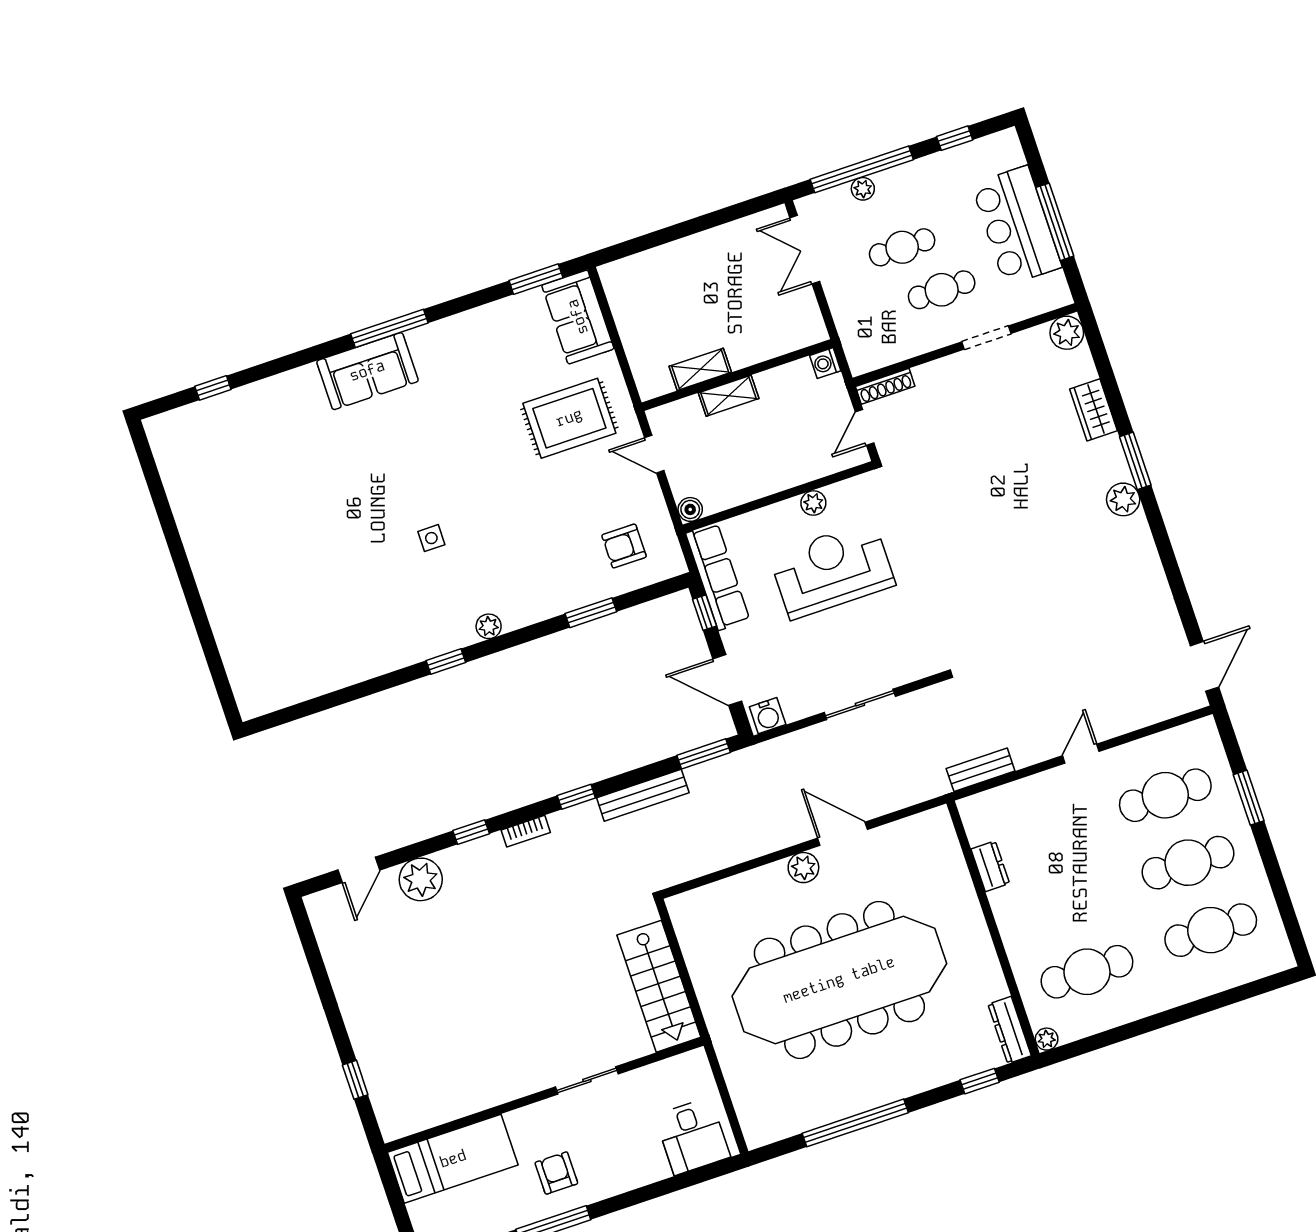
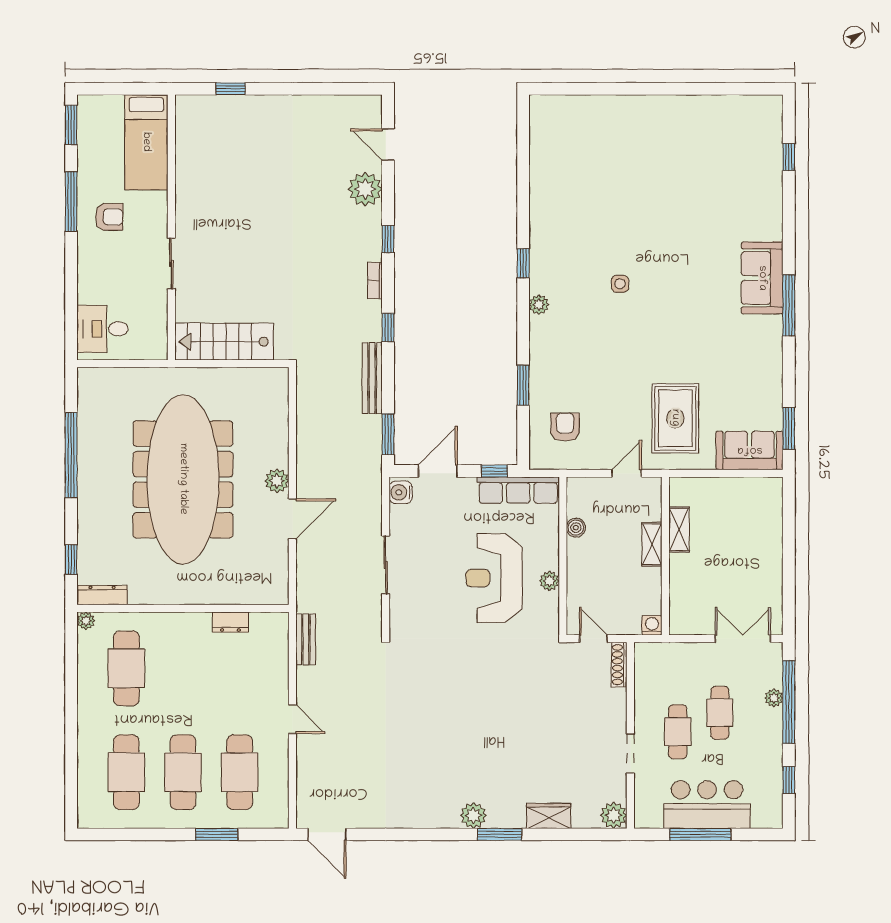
boiler: (690, 509) -> (576, 528), moved
reception desk: (832, 570) -> (494, 578), turned 180

